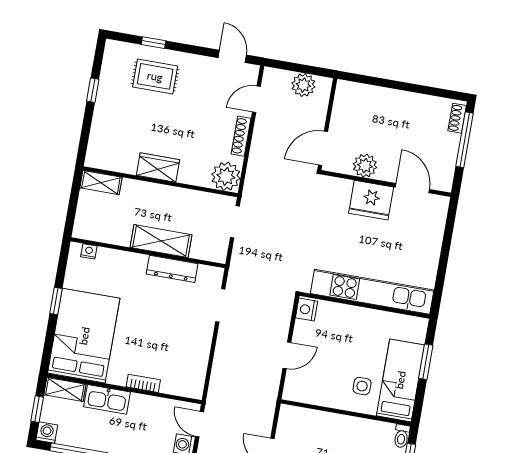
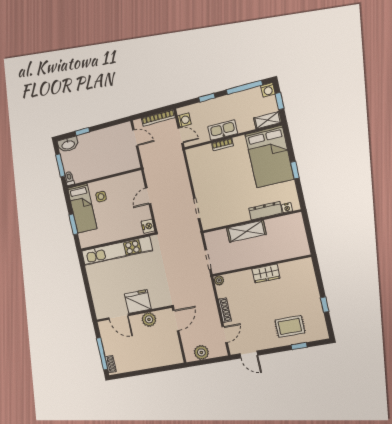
plant: (226, 176) -> (219, 280), width x0.53, depth x0.53
shelving: (101, 183) -> (297, 251), removed
dresser: (172, 269) -> (265, 211), moved
kitchen sink: (107, 399) -> (223, 130), moved

